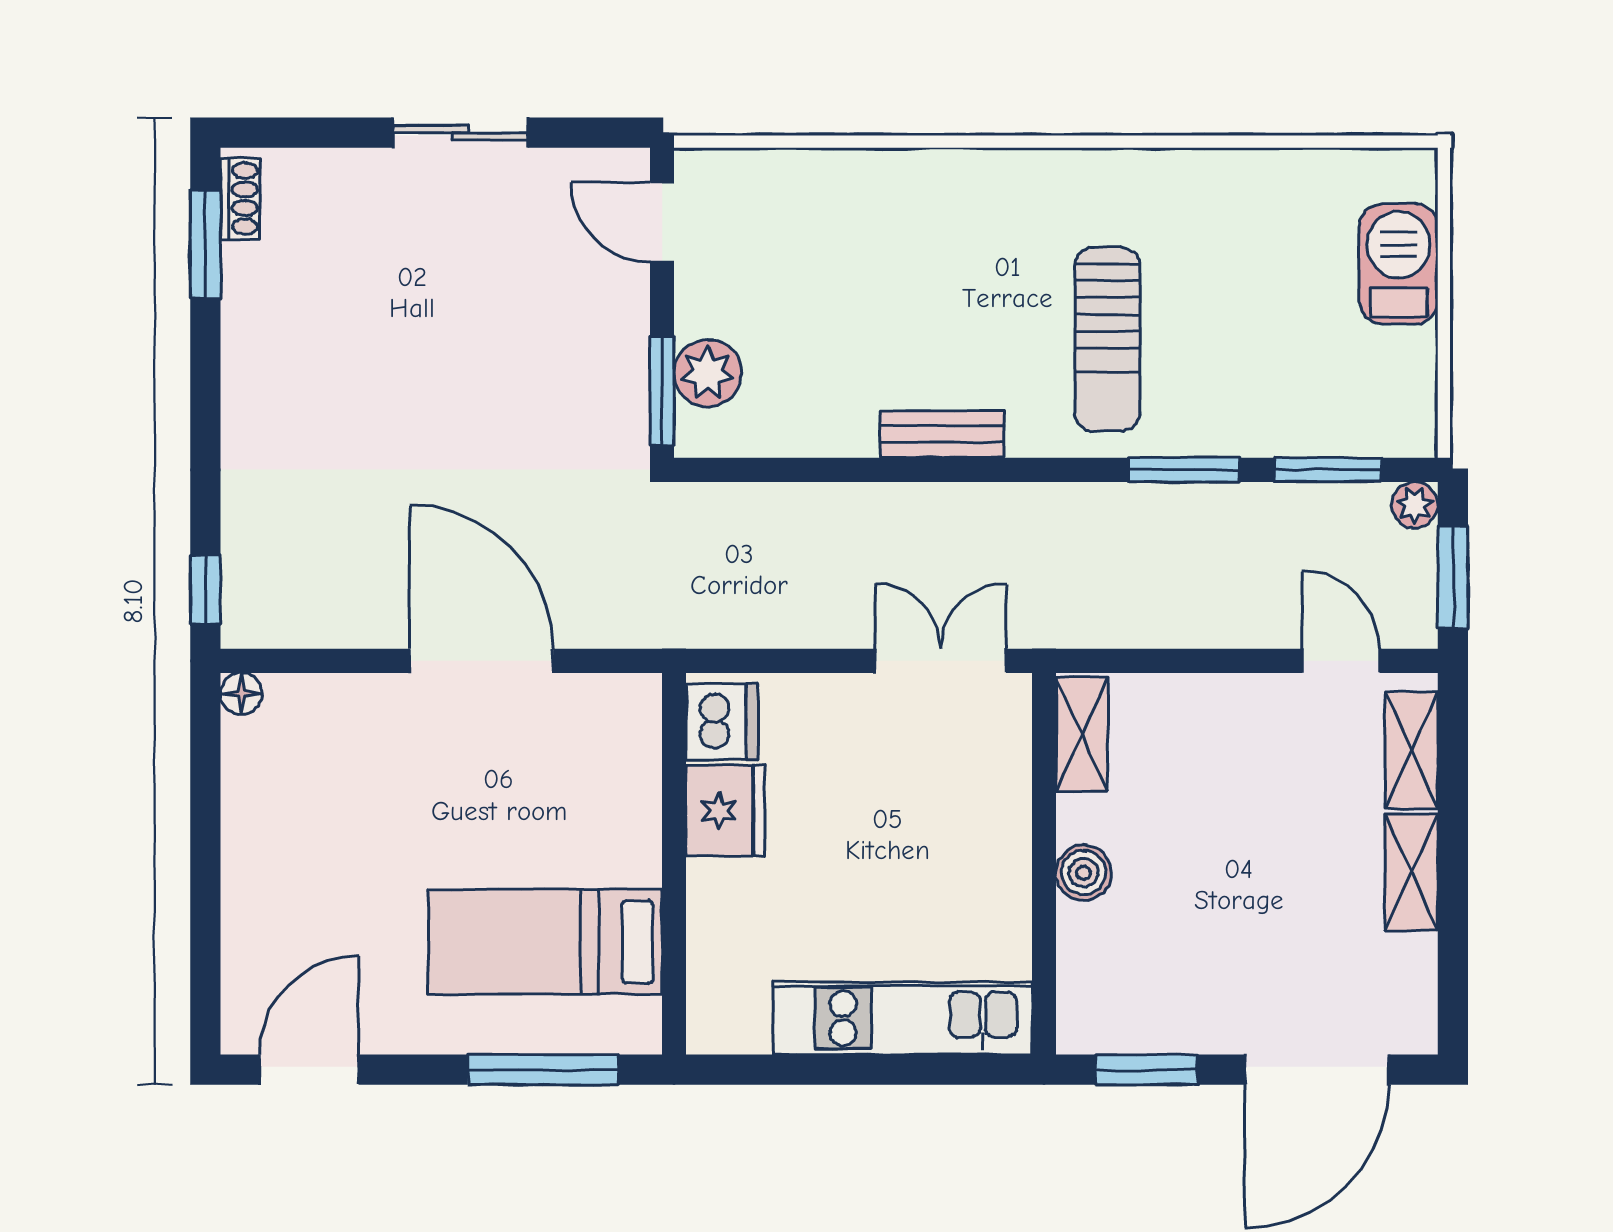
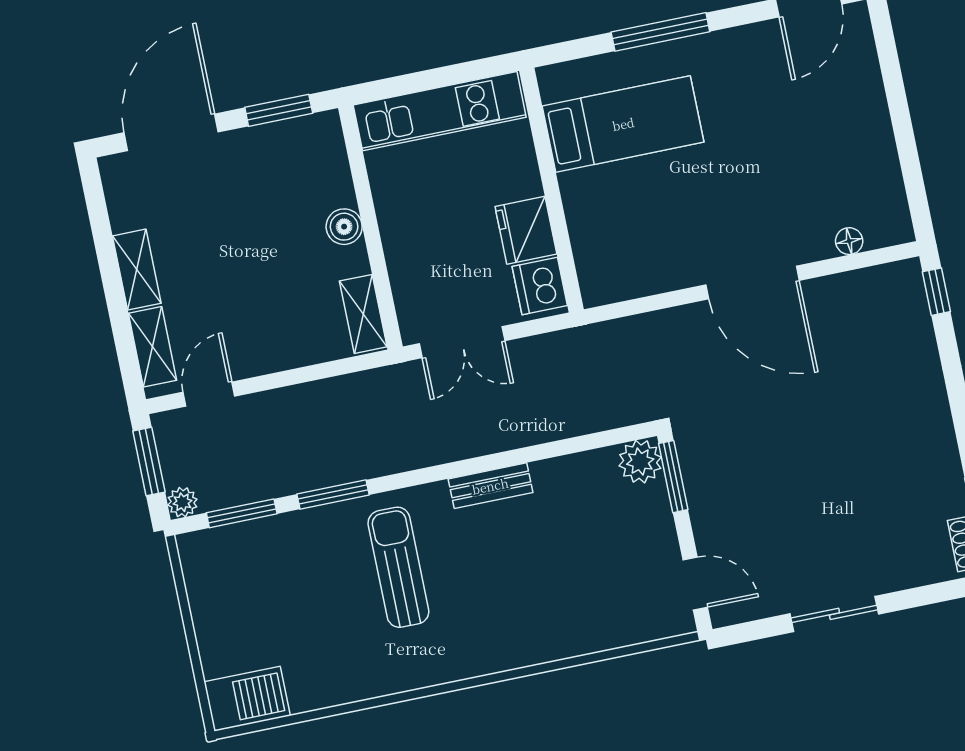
barbecue: (1399, 264) -> (247, 699), moved, turned -90
plant: (708, 373) -> (640, 462), moved
door: (1341, 661) -> (209, 394), swing flipped
floor lamp: (241, 694) -> (849, 241), moved
dishwasher: (722, 722) -> (540, 286), moved
fridge: (725, 811) -> (526, 230), moved
wall: (674, 864) -> (552, 190), moved
bed: (545, 942) -> (623, 124), moved

